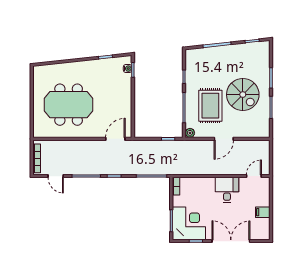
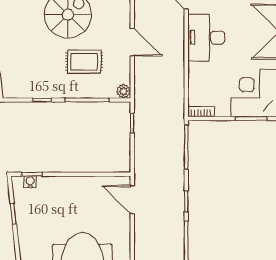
rug: (210, 106) -> (84, 62), width x0.73, depth x0.70
desk: (227, 190) -> (206, 38), width x1.37

